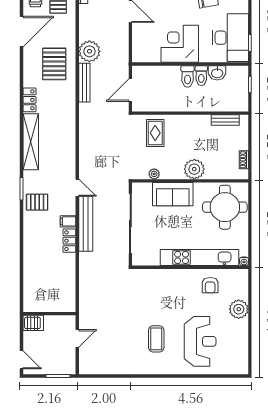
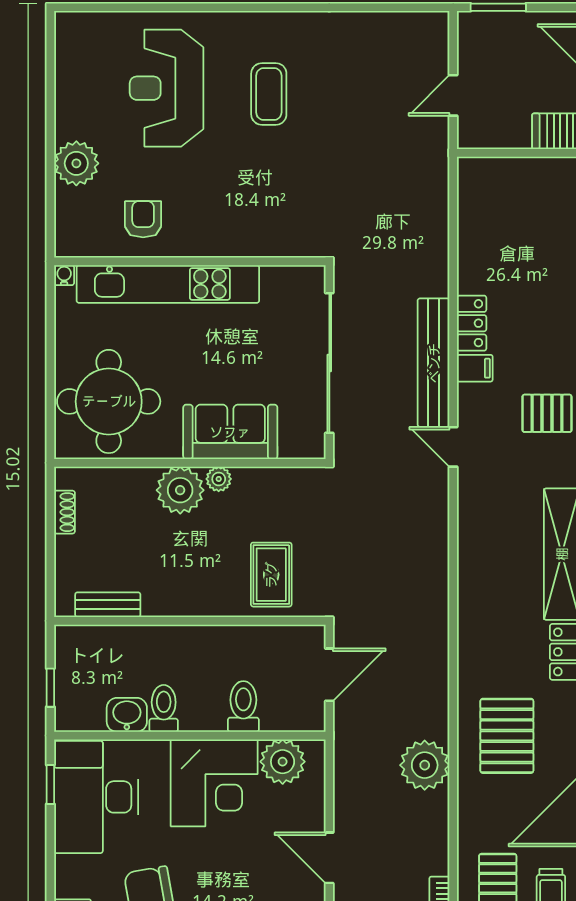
plant: (150, 53) -> (283, 762), added
toilet: (188, 76) -> (243, 706), moved
bench: (84, 83) -> (437, 692), removed
plant: (154, 174) -> (219, 479), moved

